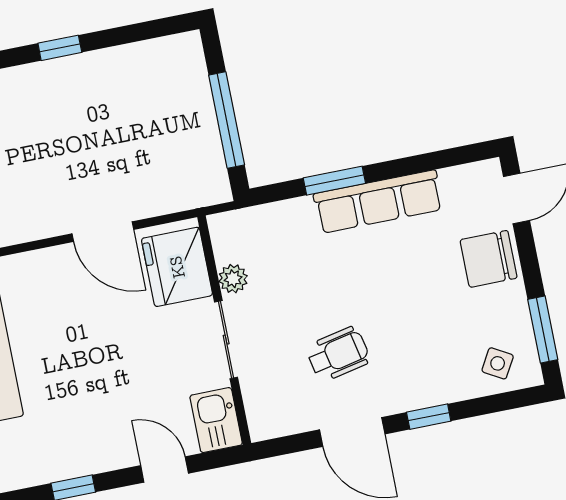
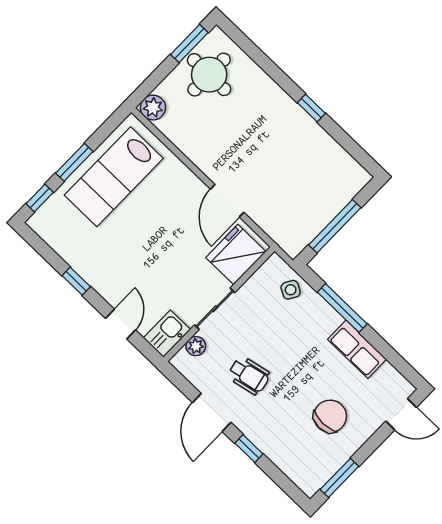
window: (334, 181) -> (342, 308), width x1.44
row of seats: (378, 202) -> (357, 349), width x0.68
chair: (488, 259) -> (330, 416), moved, turned 90
plant: (233, 279) -> (196, 346), moved
side table: (498, 363) -> (291, 290), moved

